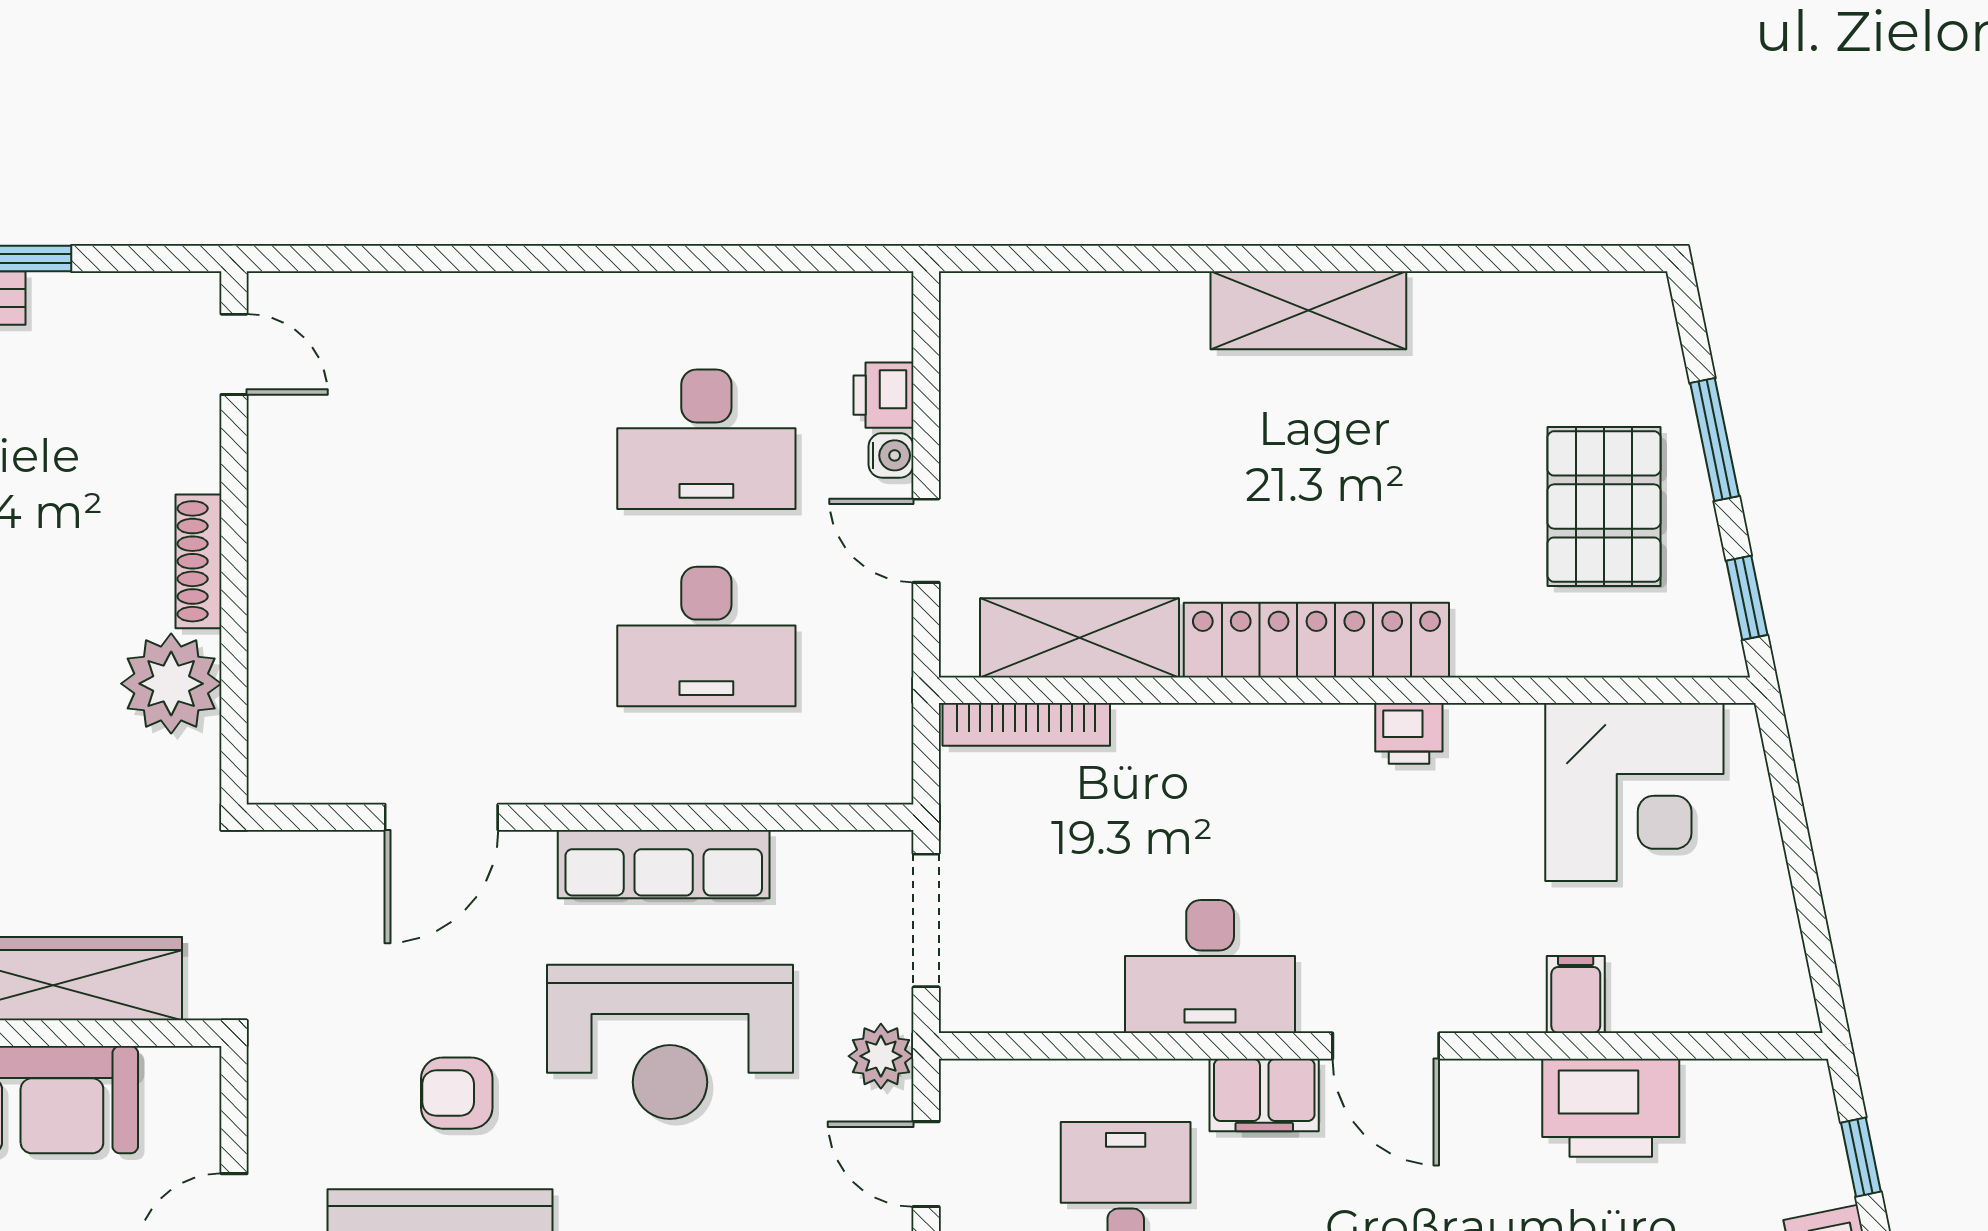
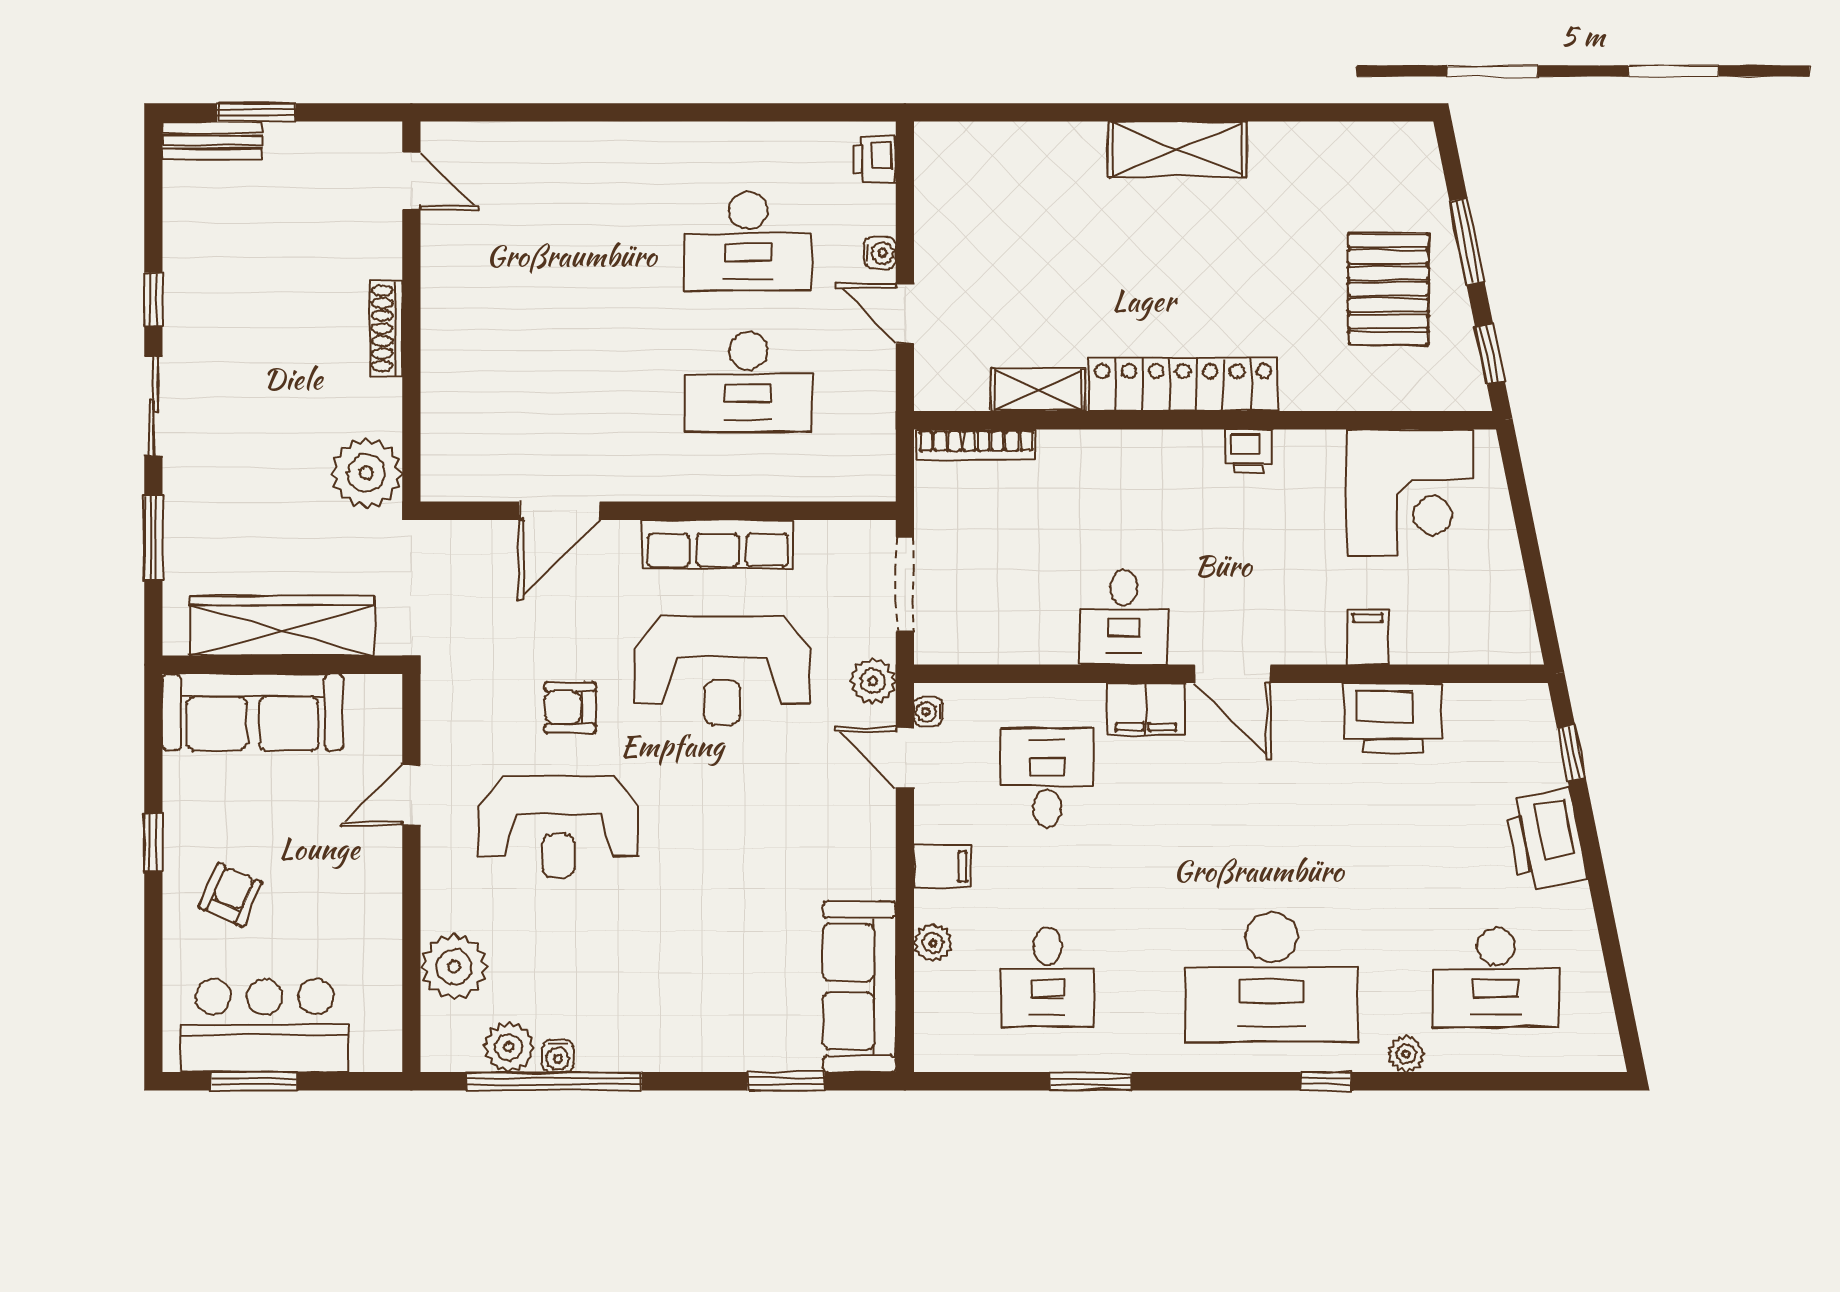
printer: (884, 395) -> (875, 159), moved
shelving: (1079, 638) -> (1038, 390), width x0.67, depth x0.75
plant: (171, 684) -> (367, 473), moved
desk: (1210, 967) -> (1124, 617), width x0.73
water cooler: (959, 1099) -> (928, 712), added

